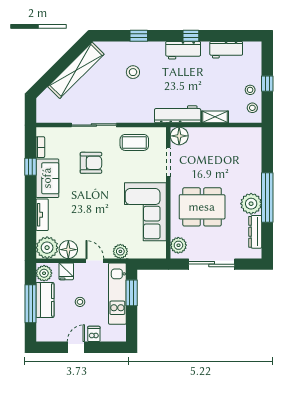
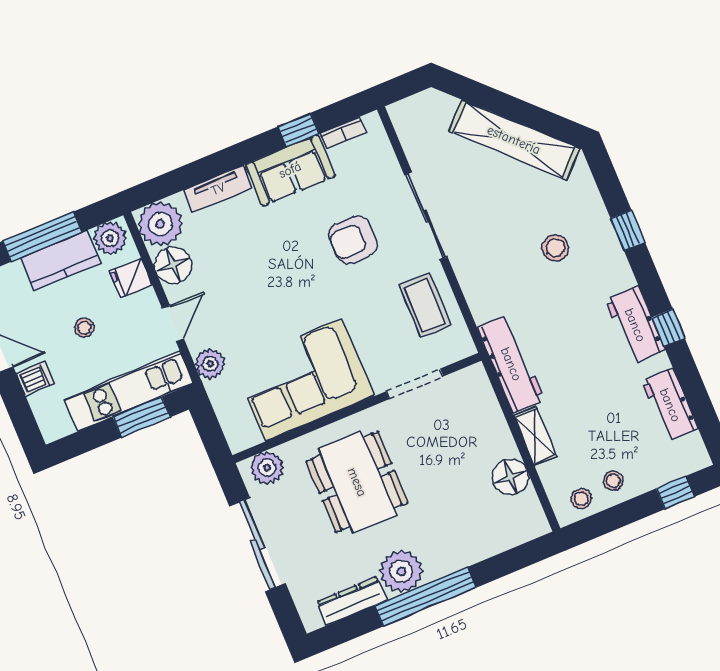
window: (267, 84) -> (675, 493), moved
floor lamp: (179, 136) -> (510, 477), moved
armchair: (91, 163) -> (353, 240), turned 90

